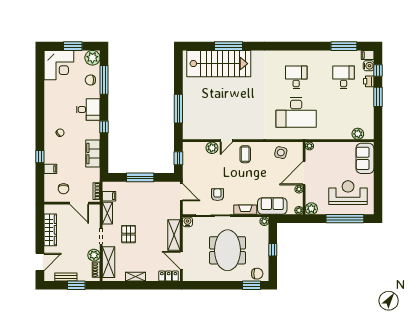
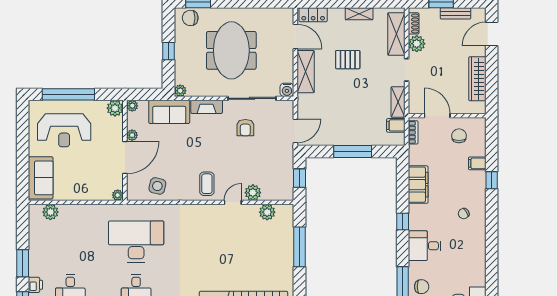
plant: (202, 134) -> (267, 212), added
door: (181, 192) -> (295, 131), swing flipped
pallet: (128, 234) -> (348, 60), moved, turned 90

